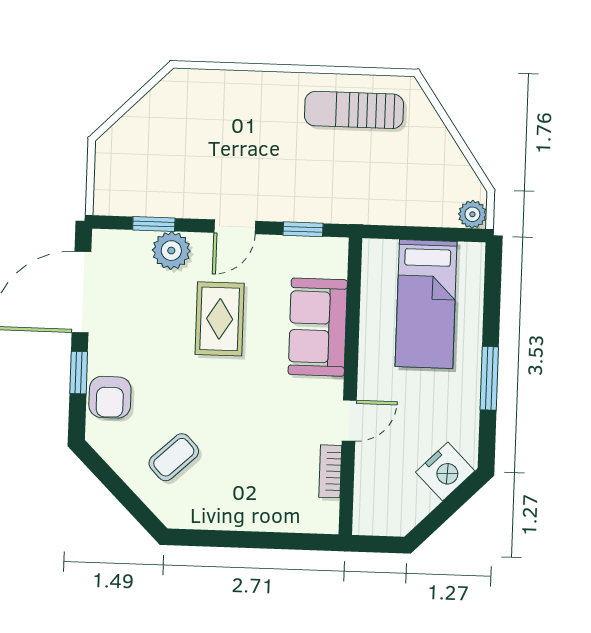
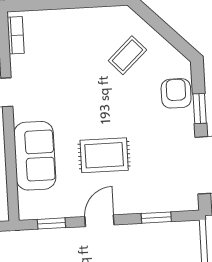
plant: (171, 251) -> (142, 200), removed
rug: (220, 319) -> (104, 155), turned 90
bookcase: (330, 471) -> (16, 35), moved

